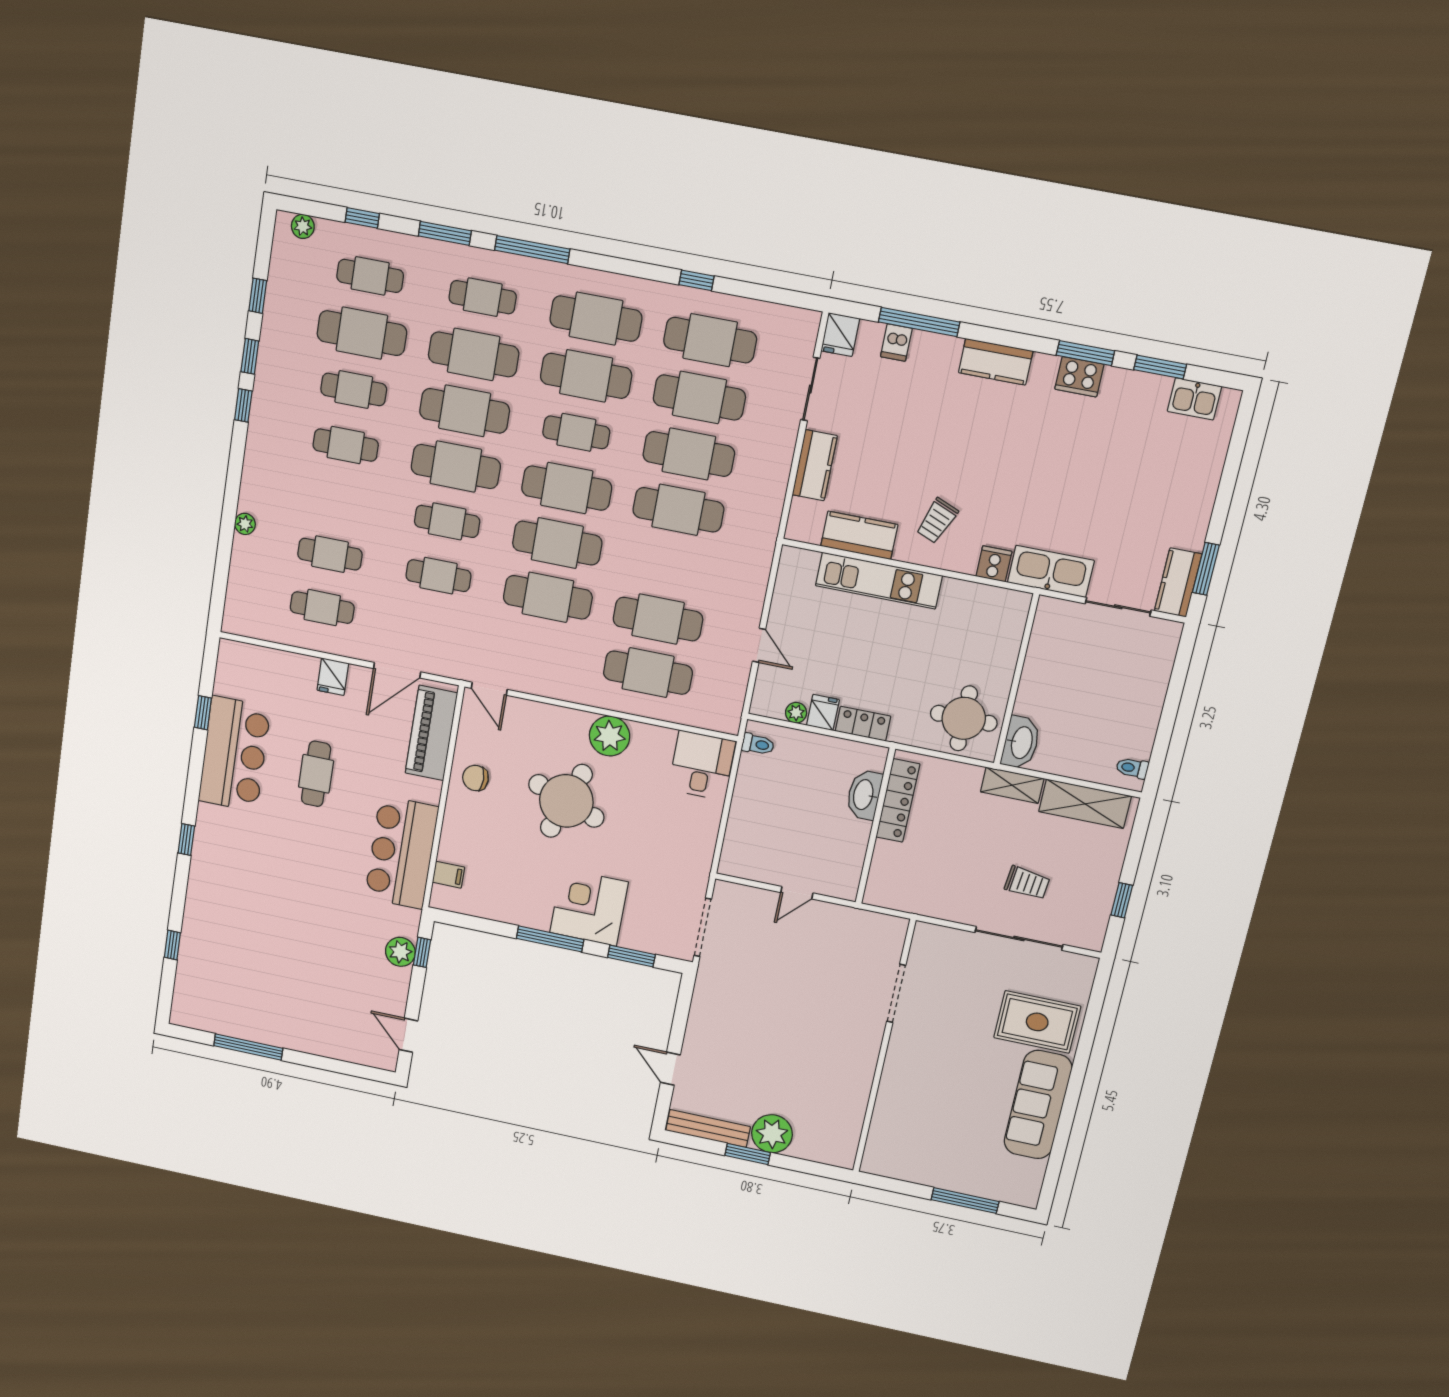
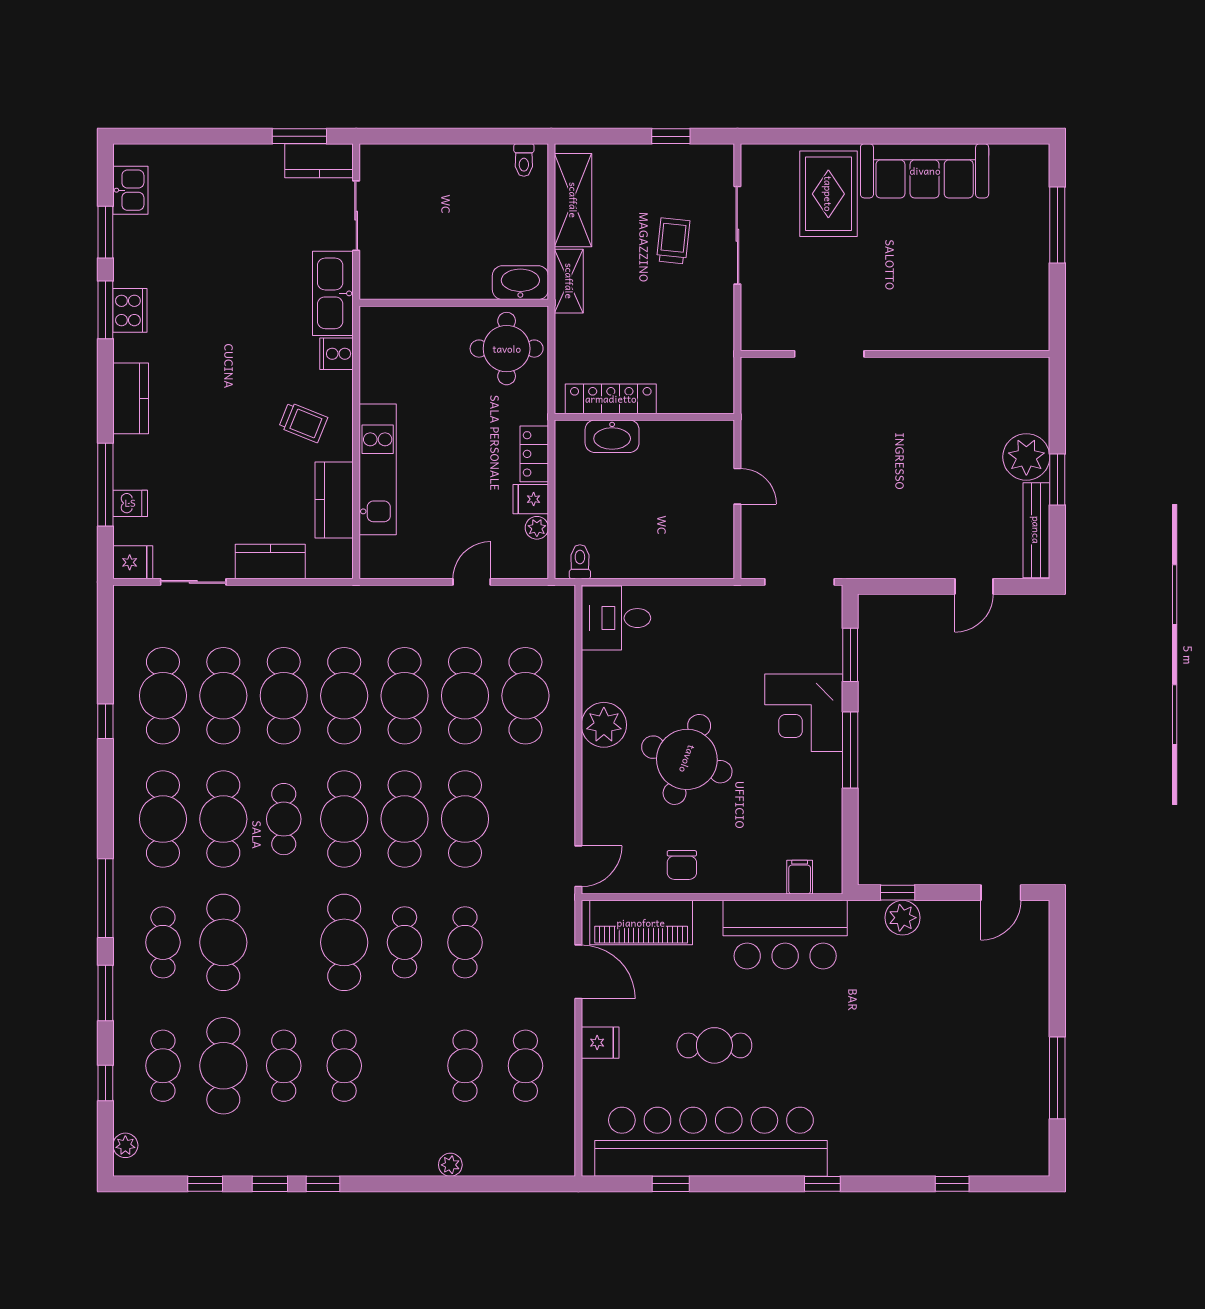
cafe table: (465, 411) -> (405, 696), moved
bar counter: (234, 754) -> (711, 1142), width x1.86

